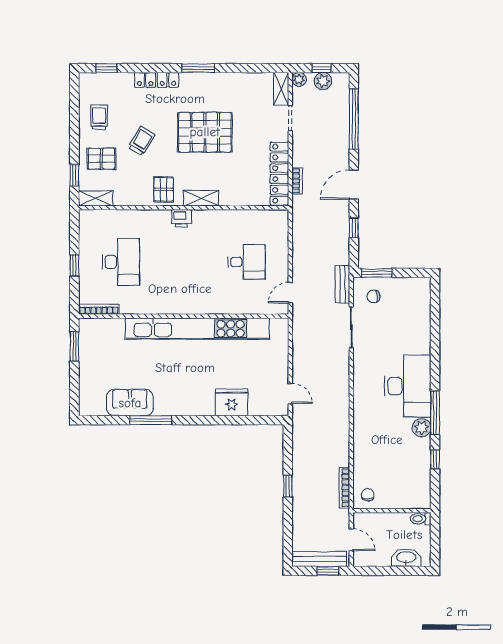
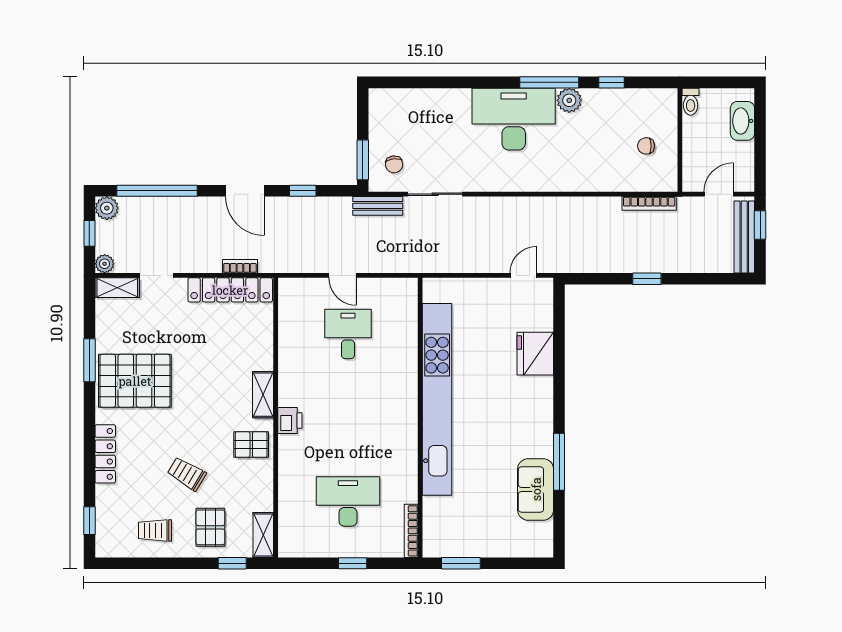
window: (198, 68) -> (89, 360), moved
plant: (323, 81) -> (107, 208), moved
pallet: (205, 132) -> (135, 381), moved, turned 90
door: (290, 293) -> (342, 275), moved
chair: (368, 495) -> (646, 146), moved

